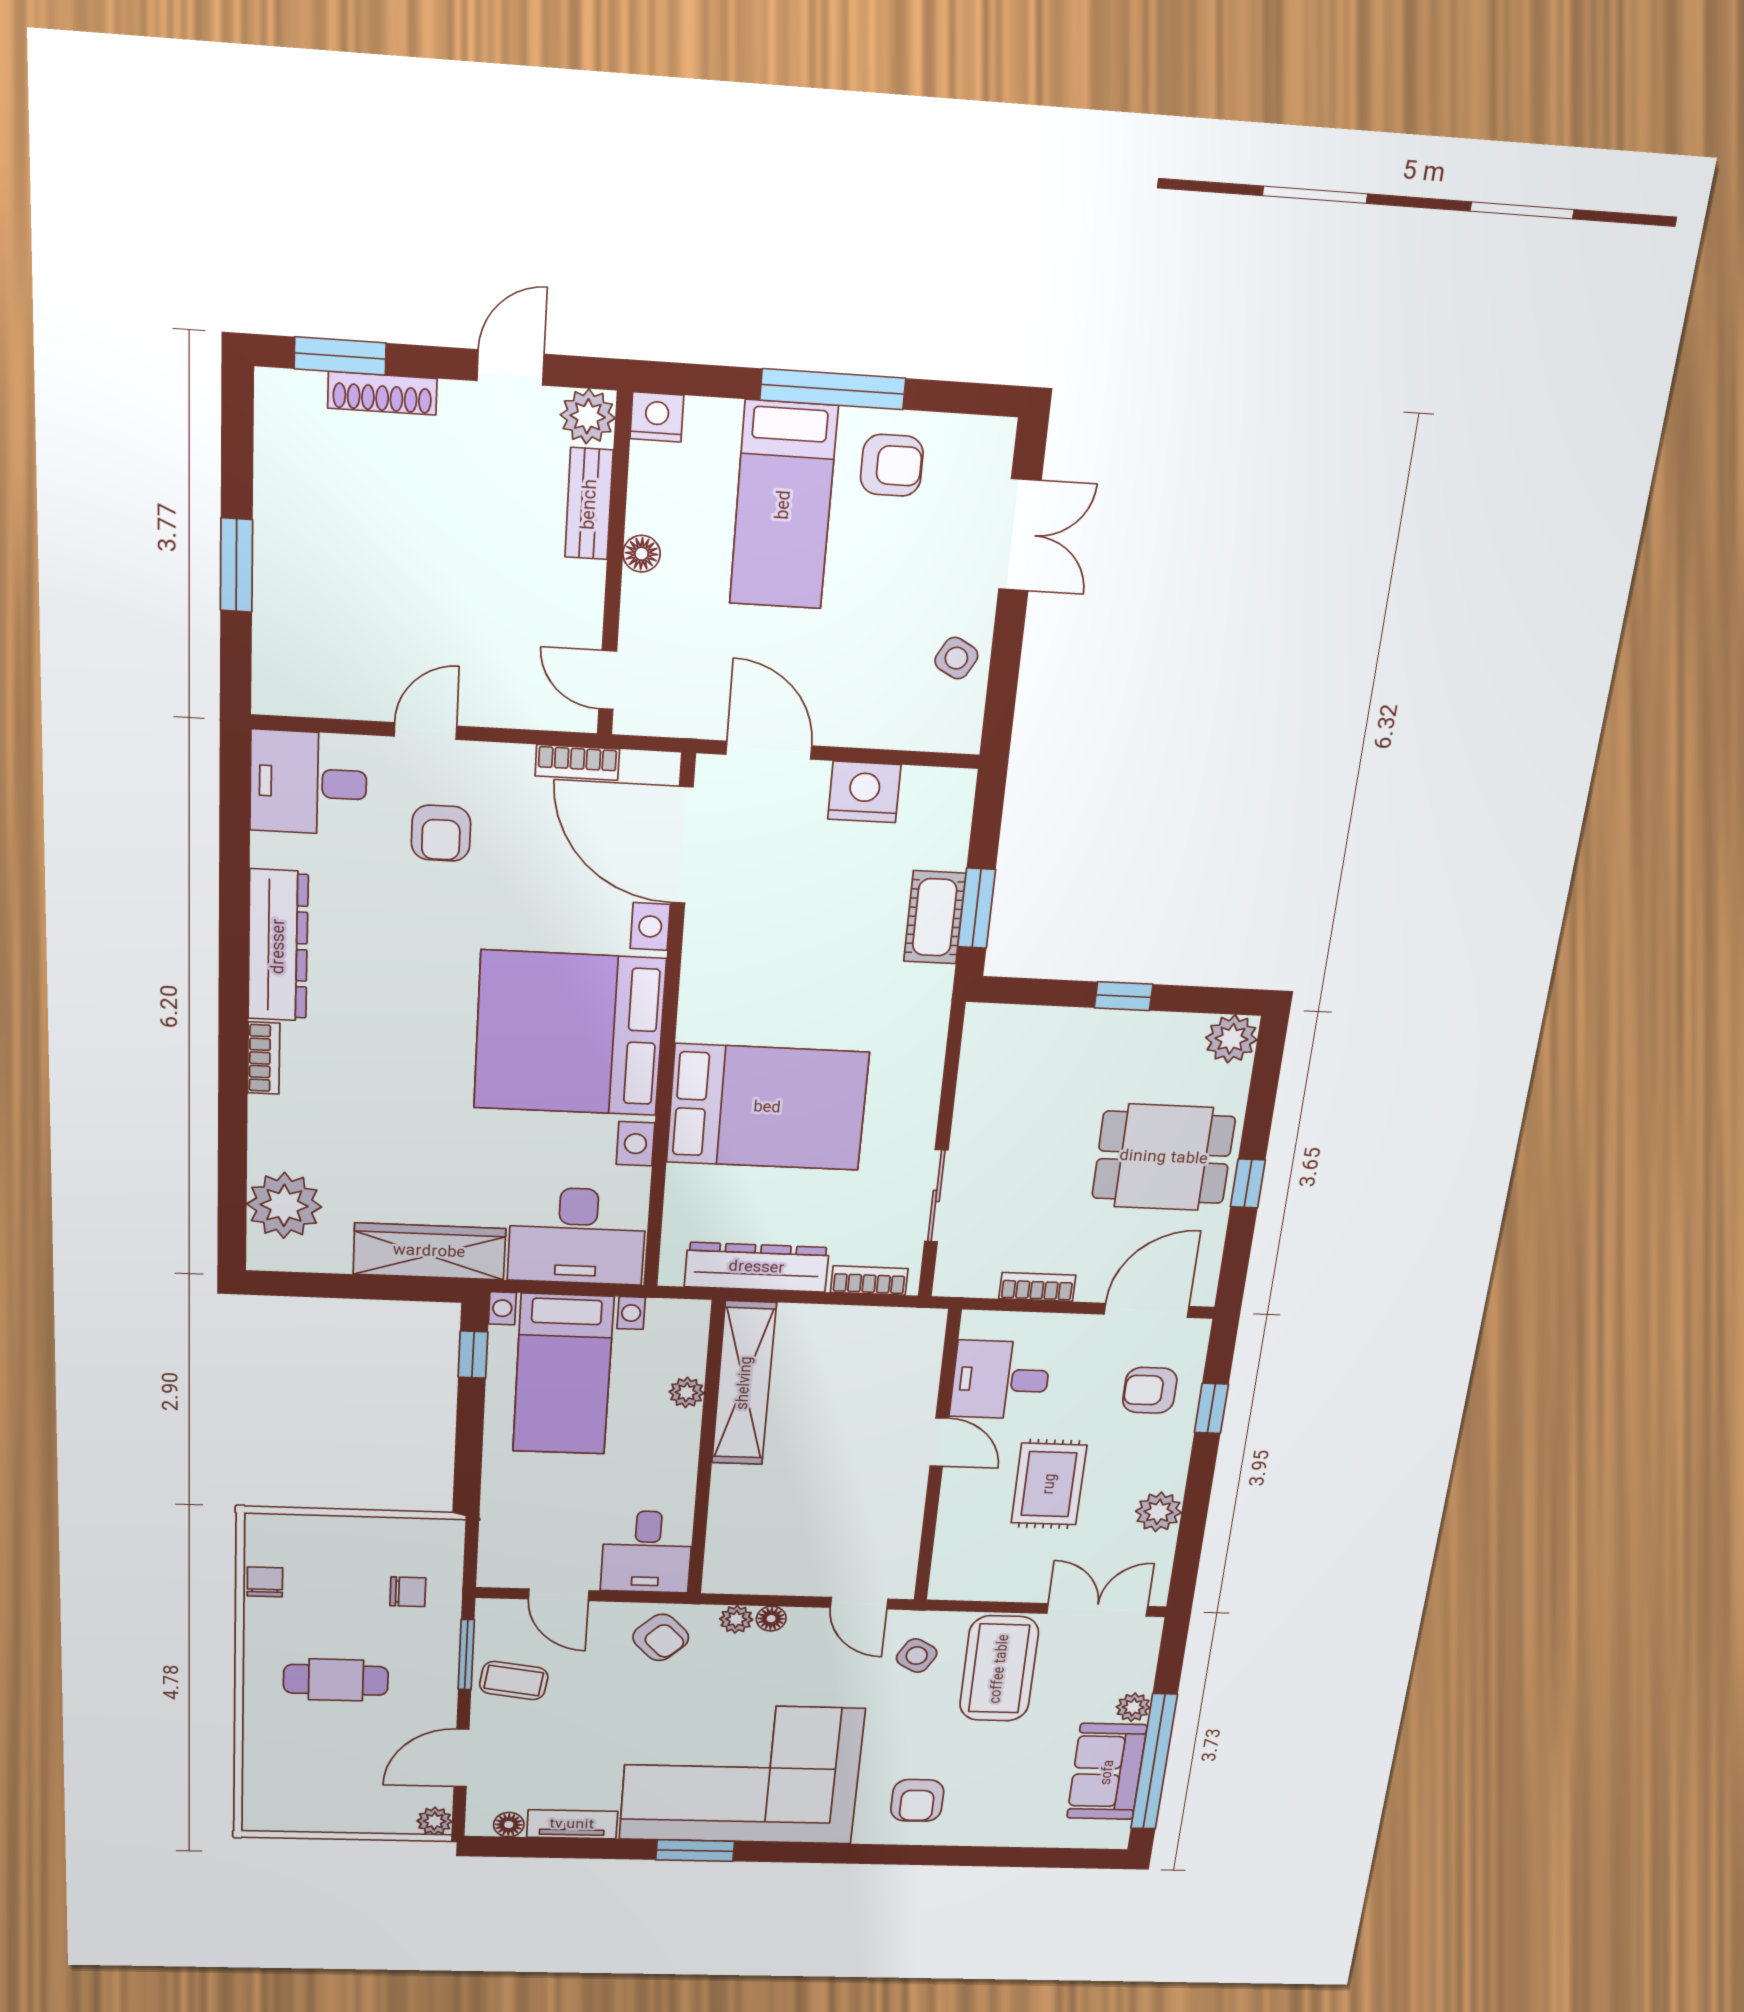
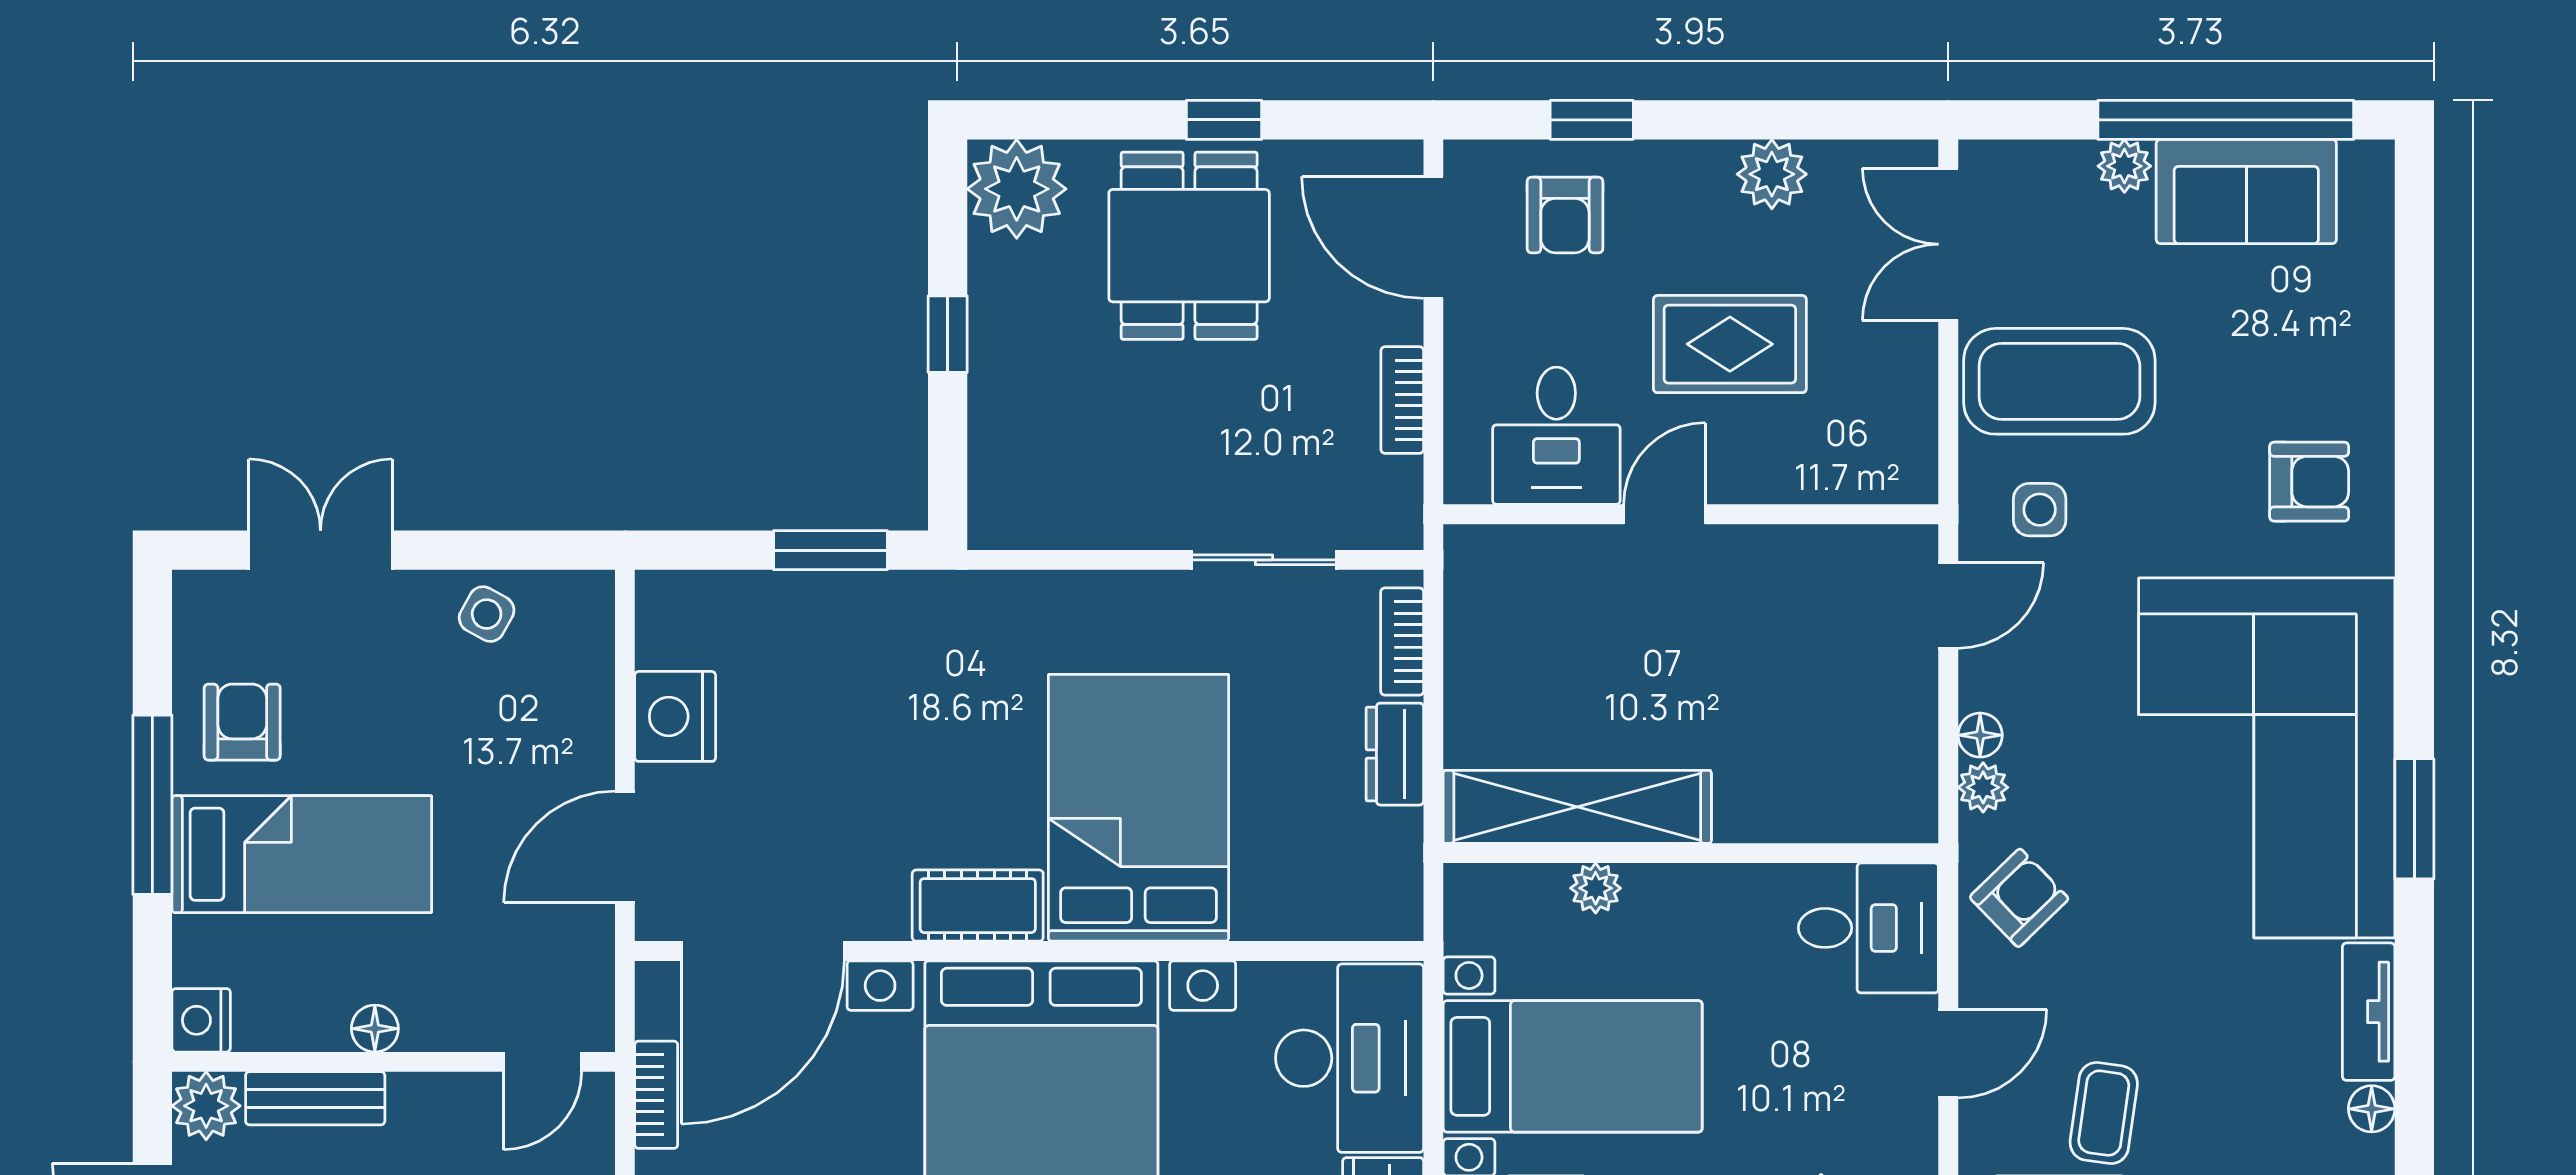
cot: (935, 917) -> (978, 906), moved
plant: (1231, 1039) -> (1017, 189), width x1.36, depth x1.36
dresser: (757, 1267) -> (1395, 754), width x0.51, depth x0.80
side table: (917, 1656) -> (2040, 510), turned -30

